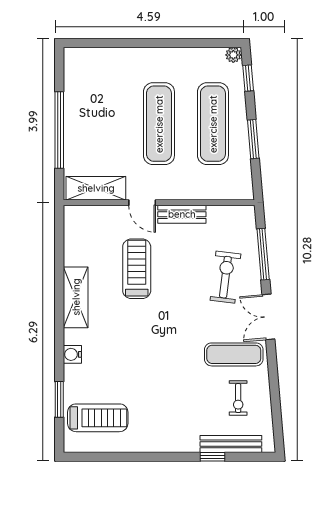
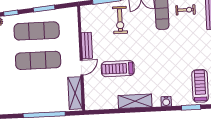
exercise bike: (225, 277) -> (120, 20), turned -97

